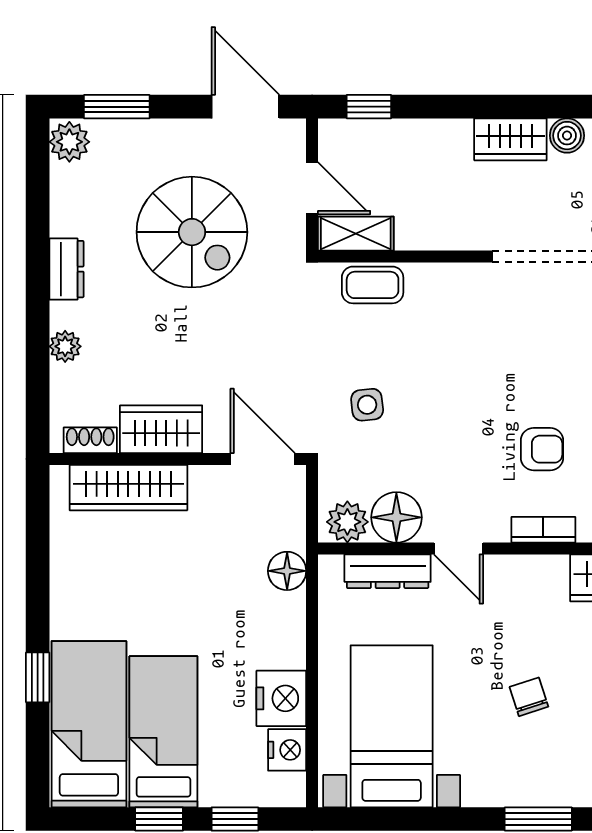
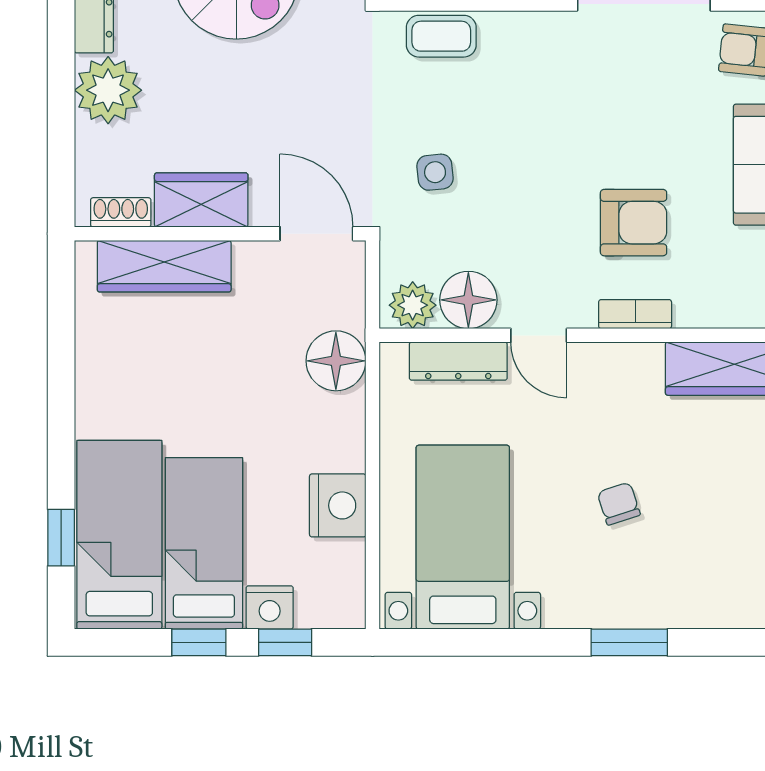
plant: (65, 346) -> (108, 90), width x1.88, depth x1.88
armchair: (542, 449) -> (634, 223), width x1.38, depth x1.38
floor lamp: (287, 571) -> (336, 361), width x1.38, depth x1.38
window: (38, 677) -> (61, 538), moved
nightstand: (287, 750) -> (270, 607), moved, turned 90

